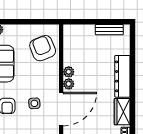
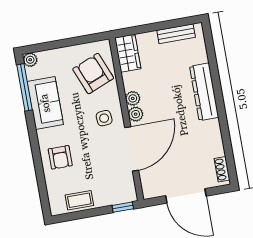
side table: (34, 103) -> (104, 118), moved
wardrobe: (122, 112) -> (128, 53), moved, turned 180

